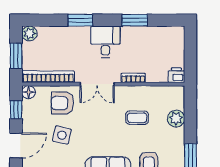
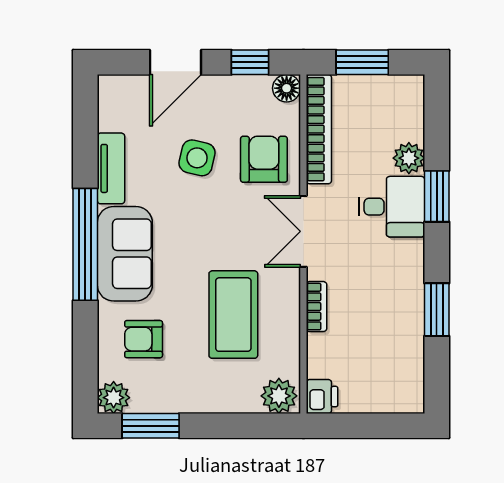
plant: (29, 34) -> (409, 158), moved
desk: (105, 42) -> (392, 207), moved
coffee table: (137, 118) -> (233, 315), width x1.86, depth x1.72
plant: (176, 119) -> (279, 396), moved
door: (16, 145) -> (176, 62), hinge flipped

